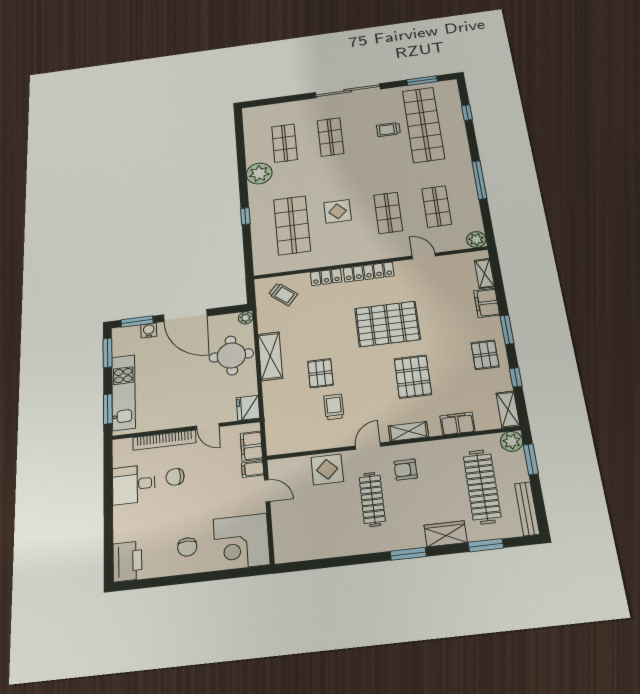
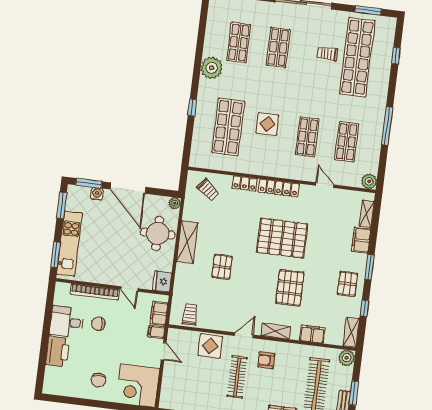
trolley: (334, 407) -> (190, 314), moved
window: (531, 459) -> (354, 393), moved
printer: (127, 561) -> (57, 351), moved

